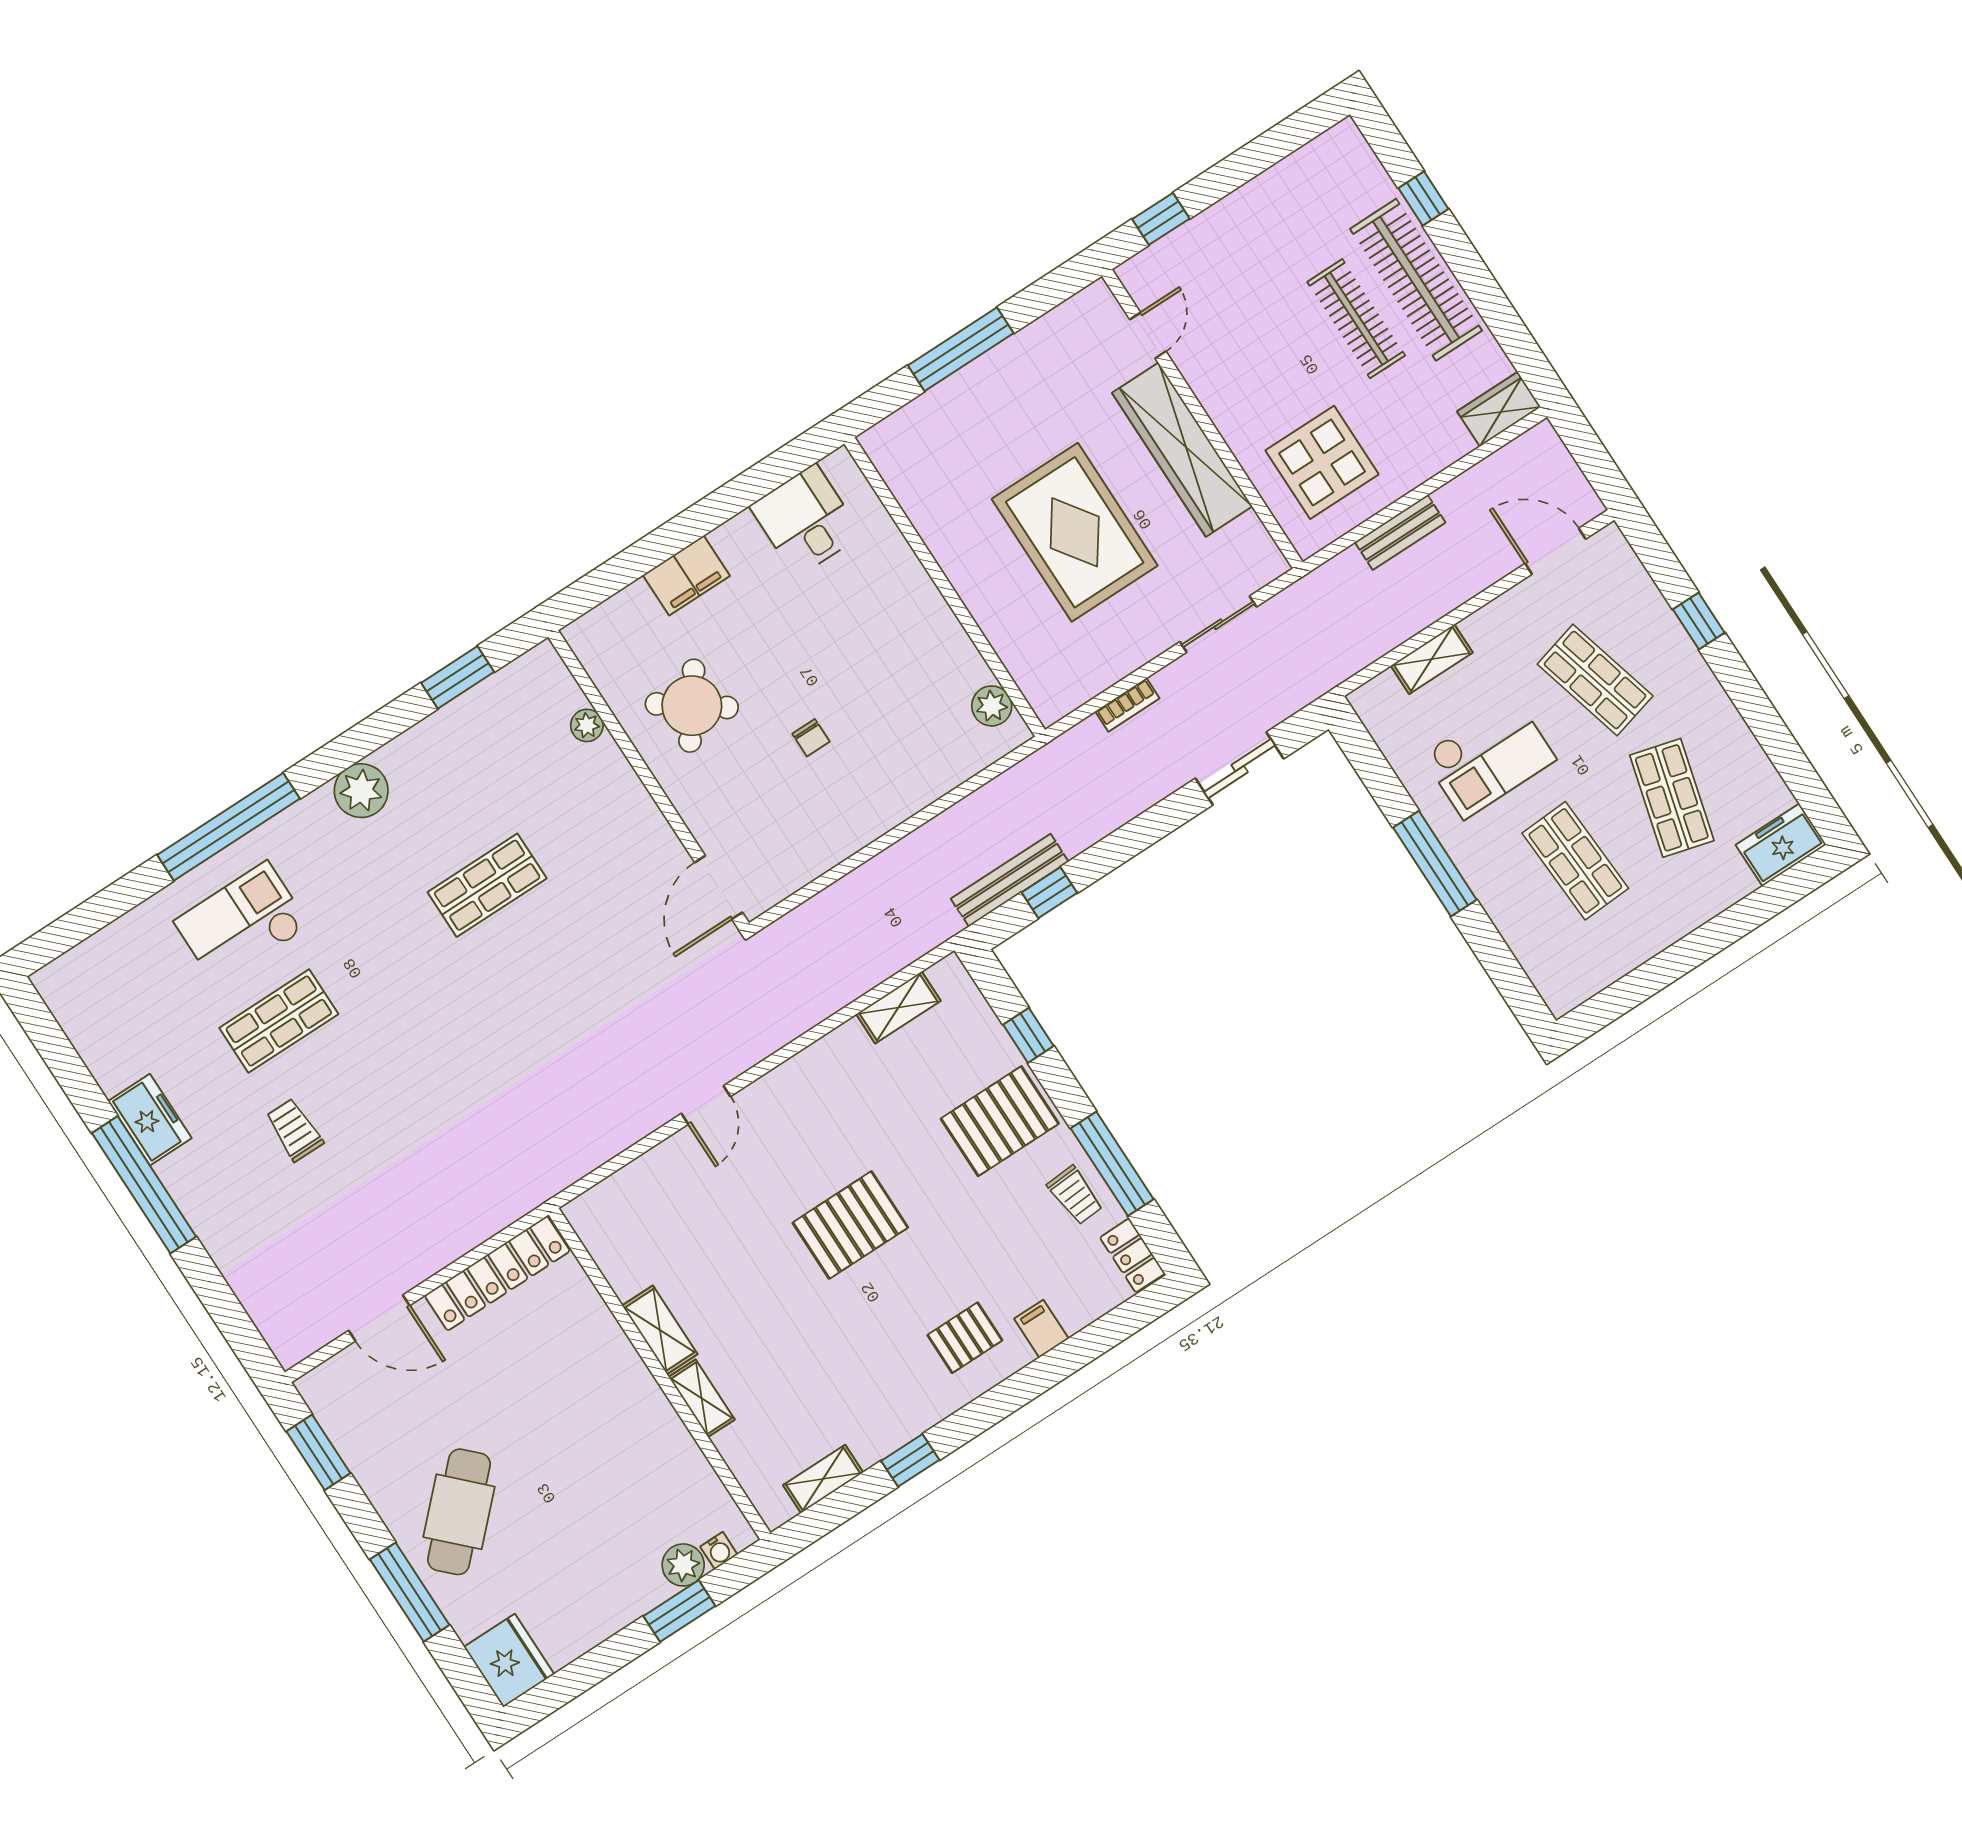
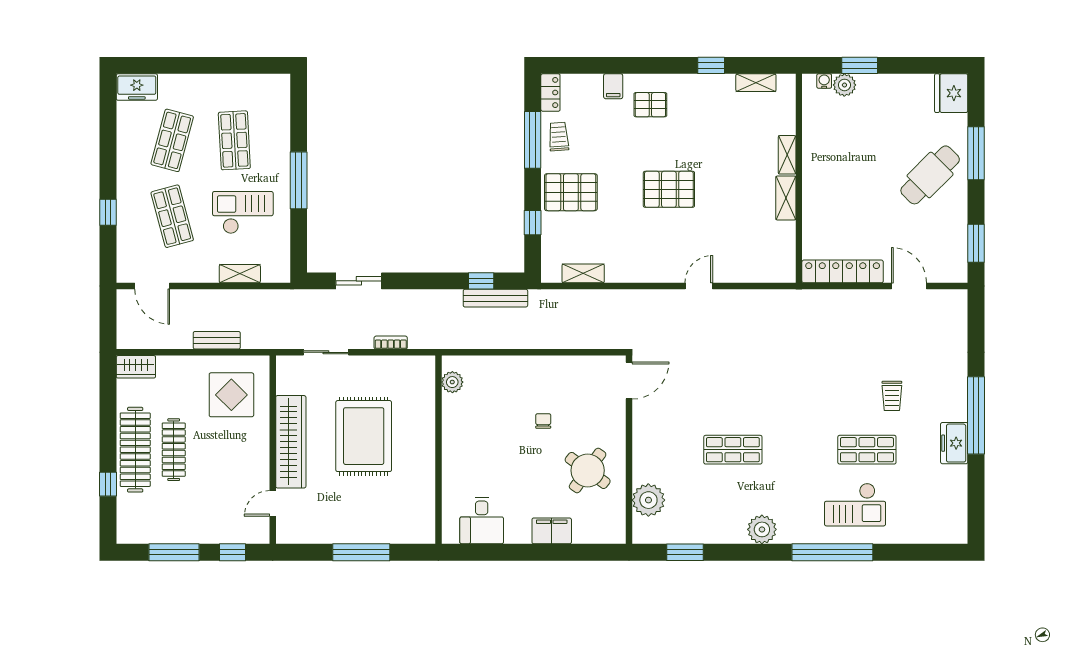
window: (1252, 160) -> (174, 552), added
plant: (587, 725) -> (648, 500), width x1.87, depth x1.87

